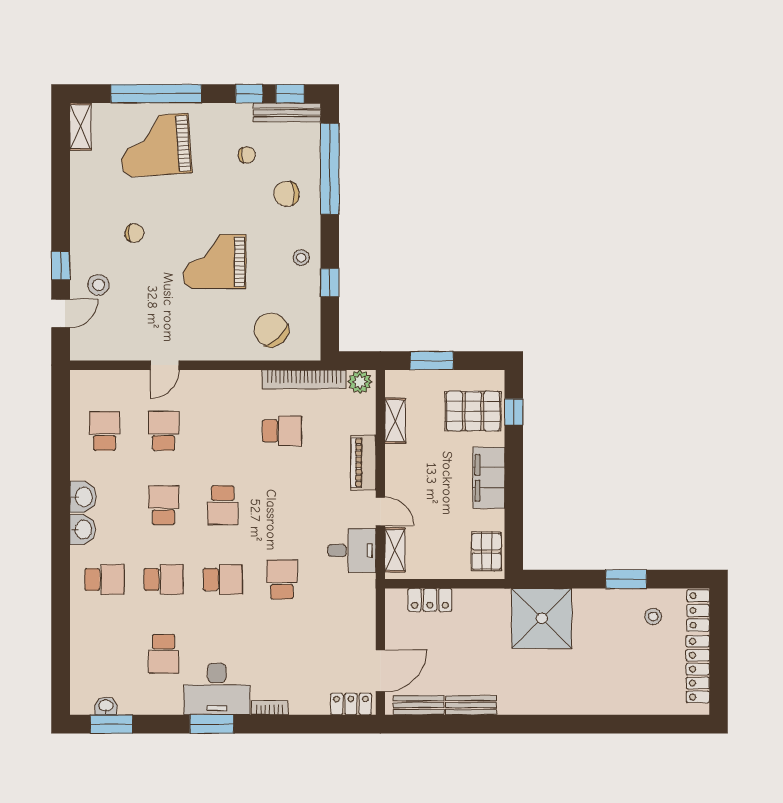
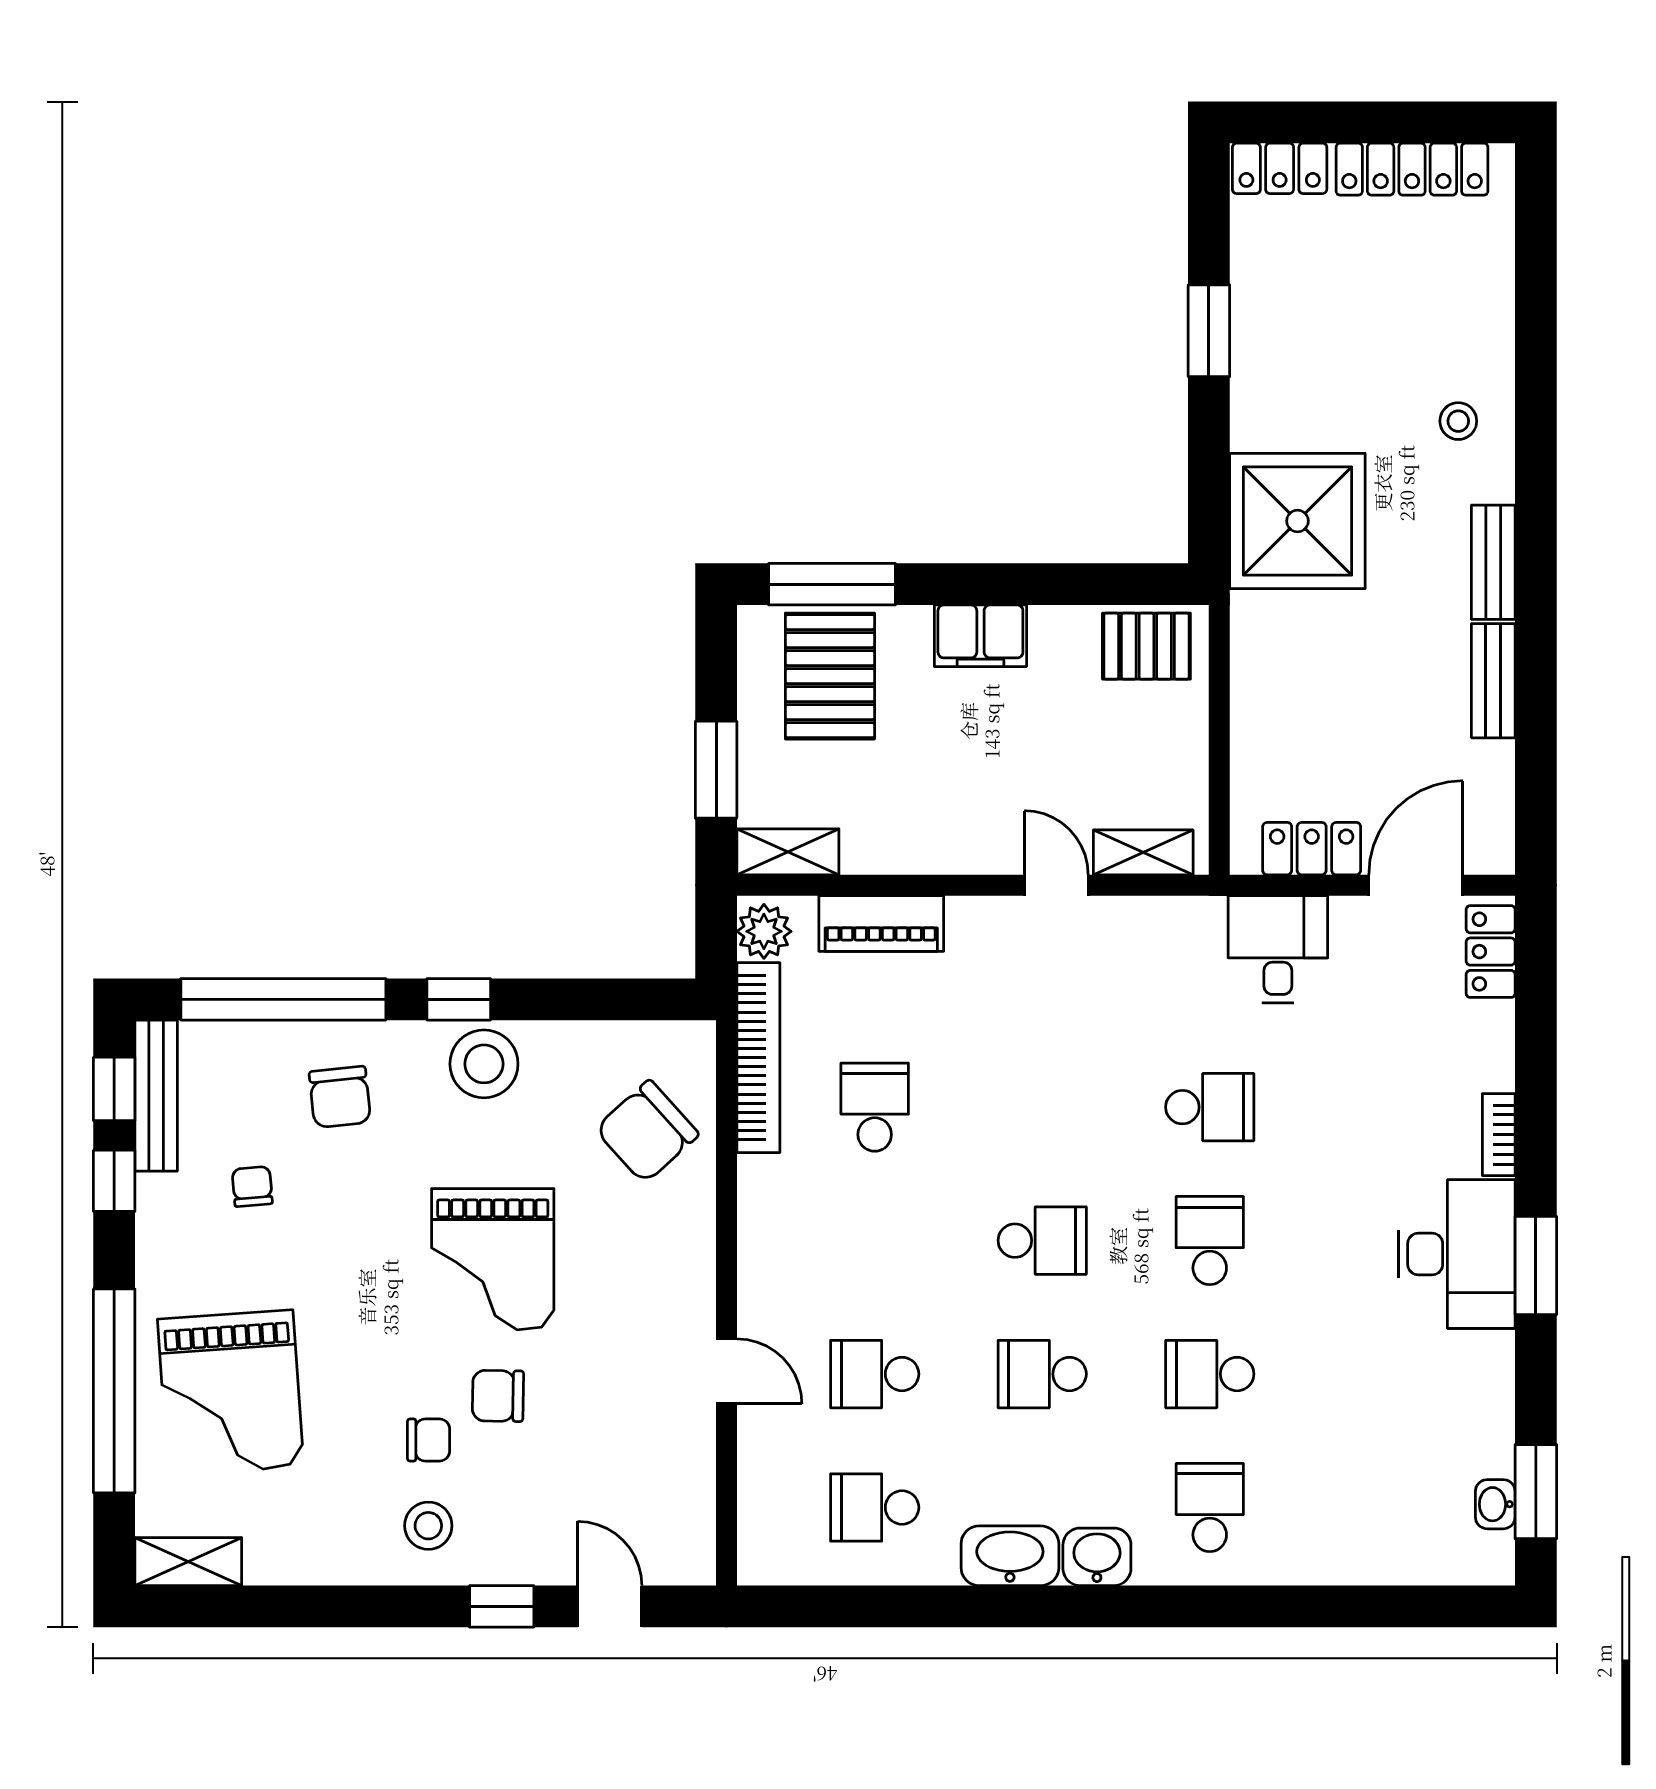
chair: (134, 233) -> (429, 1440), turned 90
stool: (301, 258) -> (484, 1064), width x1.89, depth x1.89
chair: (154, 264) -> (498, 1396), added
window: (330, 283) -> (459, 999), moved
stool: (98, 285) -> (428, 1526), moved
window: (514, 412) -> (832, 584), width x2.17
shelving: (395, 421) -> (788, 852), moved
piano: (363, 463) -> (881, 923), moved
filing cabinet: (489, 478) -> (980, 636), width x0.67, depth x0.86
washbasin: (83, 497) -> (1010, 1556), width x1.38
door: (380, 511) -> (1056, 885), hinge flipped
desk: (352, 551) -> (1278, 949), moved
school desk: (164, 579) -> (1210, 1374), turned -90
school desk: (282, 579) -> (1210, 1107), turned 180
locker: (430, 600) -> (1312, 849), moved, turned -90
stool: (653, 616) -> (1458, 421), moved
school desk: (164, 654) -> (1377, 1374), removed
door: (380, 671) -> (1416, 885), hinge flipped
bench: (418, 705) -> (1493, 562), moved

